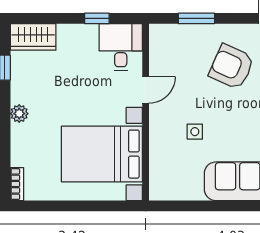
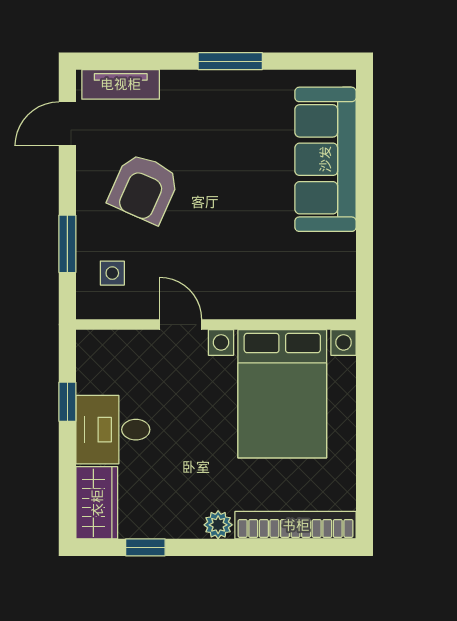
desk: (121, 47) -> (113, 430), moved
side table: (195, 132) -> (112, 273), moved
bookcase: (17, 184) -> (296, 525), width x2.31, depth x1.31

